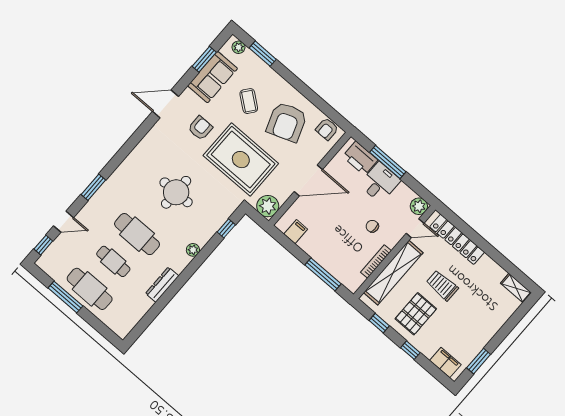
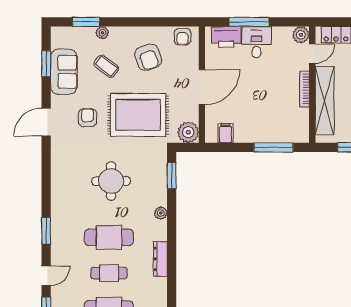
plant: (239, 47) -> (102, 33), moved
armchair: (287, 122) -> (148, 57), width x0.73, depth x0.73
chair: (372, 226) -> (279, 80), removed
window: (226, 228) -> (172, 176), width x1.50
bookcase: (376, 261) -> (305, 89), moved

